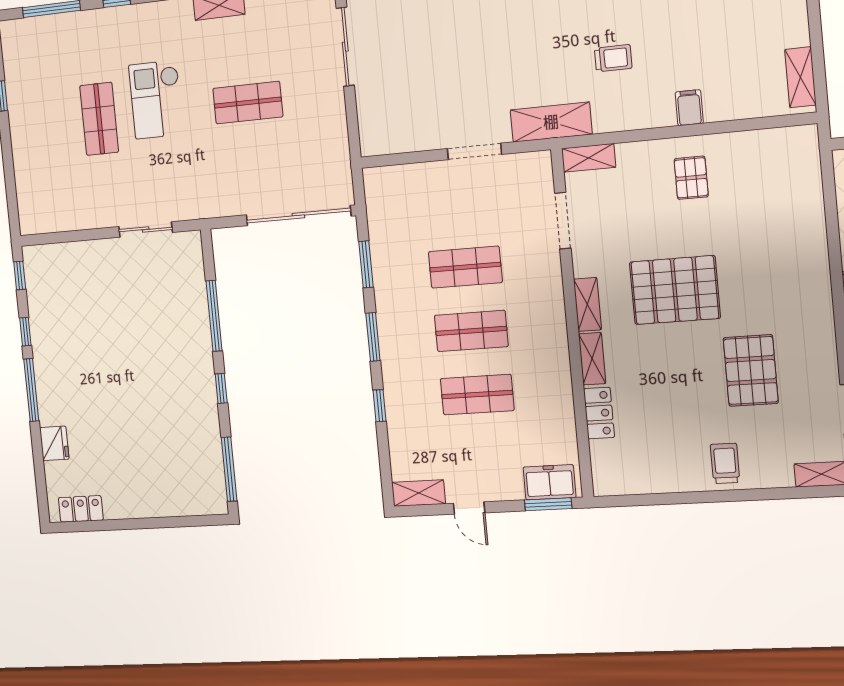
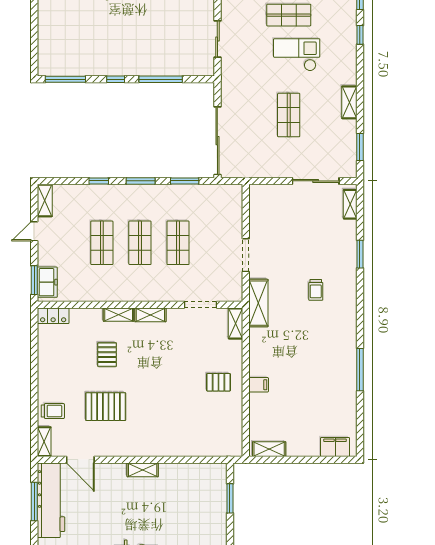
trolley: (613, 58) -> (316, 290), moved
pallet: (675, 290) -> (107, 355), moved, width x0.49, depth x0.50
locker: (599, 413) -> (53, 316), moved
trolley: (725, 463) -> (53, 411), moved

